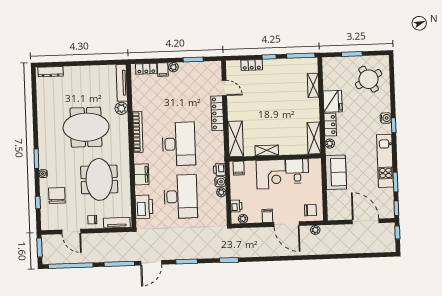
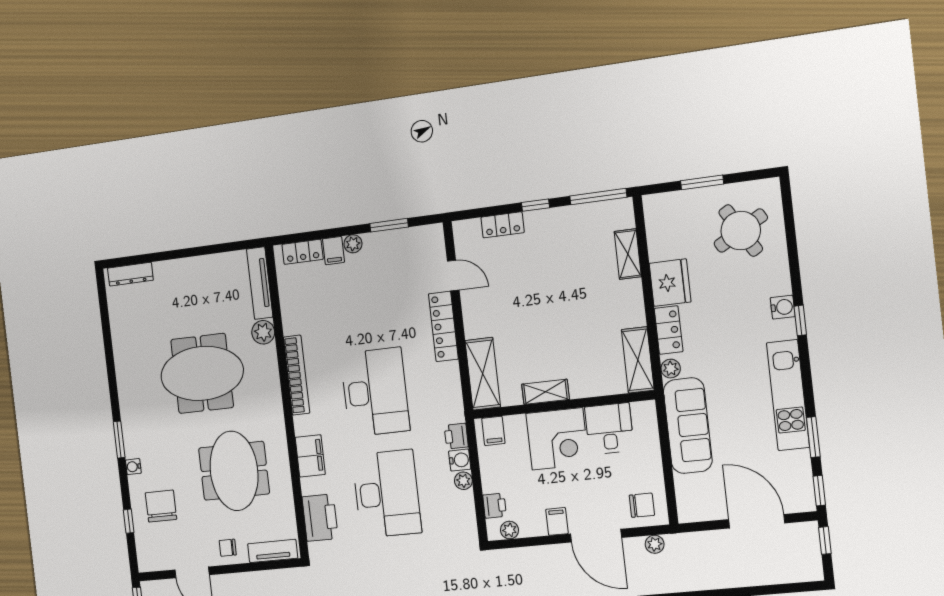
sofa: (336, 172) -> (688, 426), width x1.36

